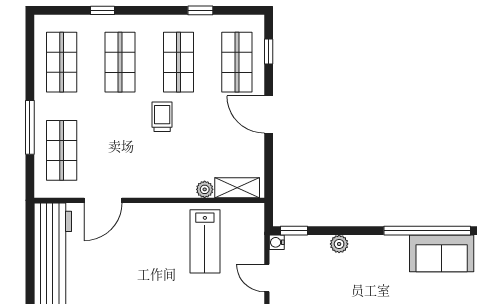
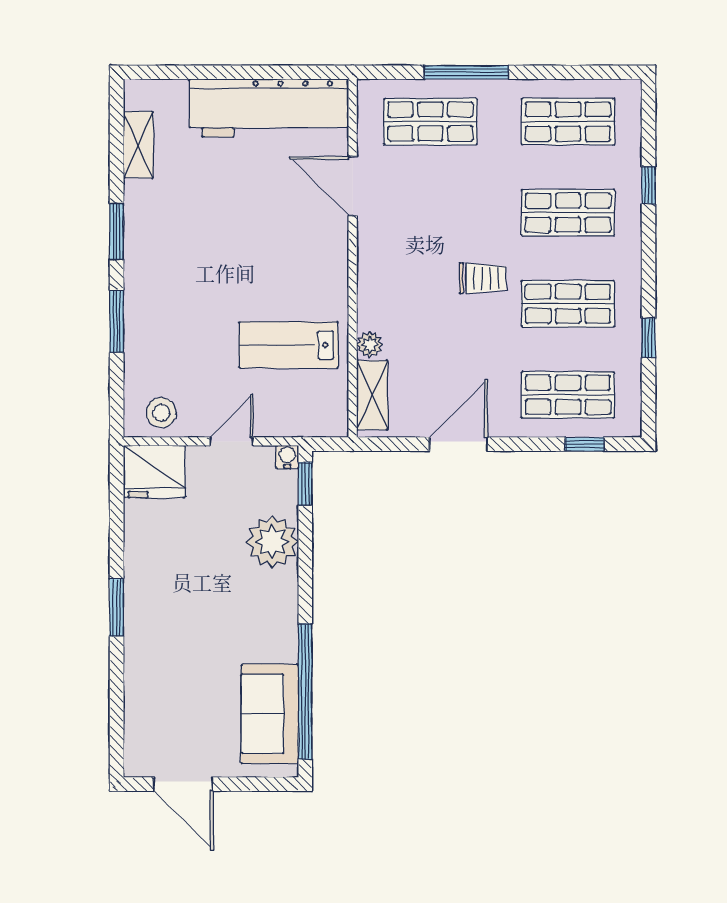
door: (269, 115) -> (458, 444), moved
plant: (339, 244) -> (272, 542), width x1.88, depth x1.88

